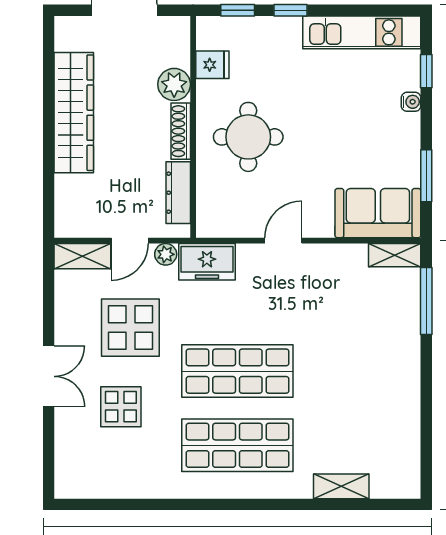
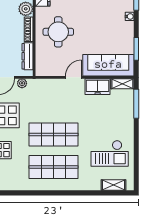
sofa: (378, 213) -> (108, 65), width x1.36
freezer: (207, 262) -> (98, 87), moved
checkout: (366, 414) -> (110, 153), added
shelving: (341, 486) -> (113, 185), moved

